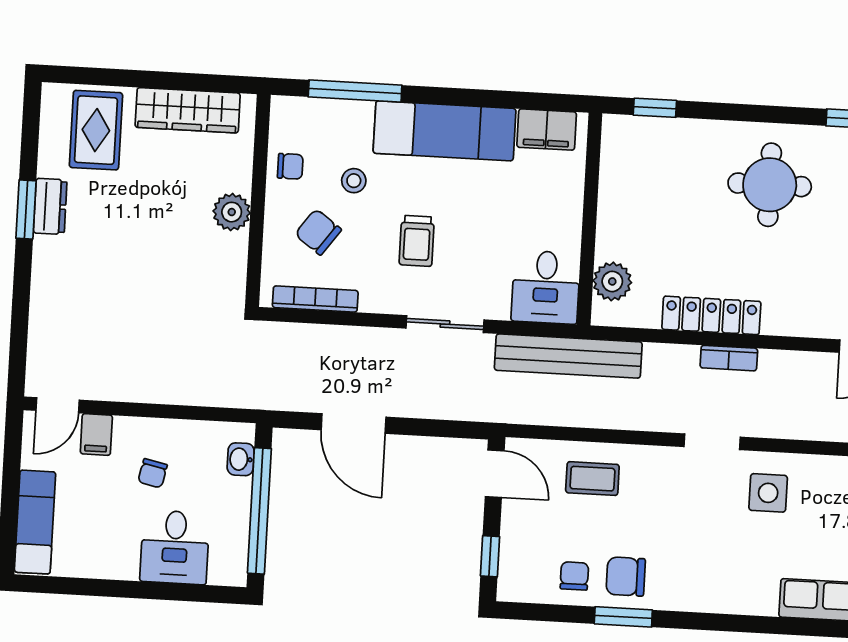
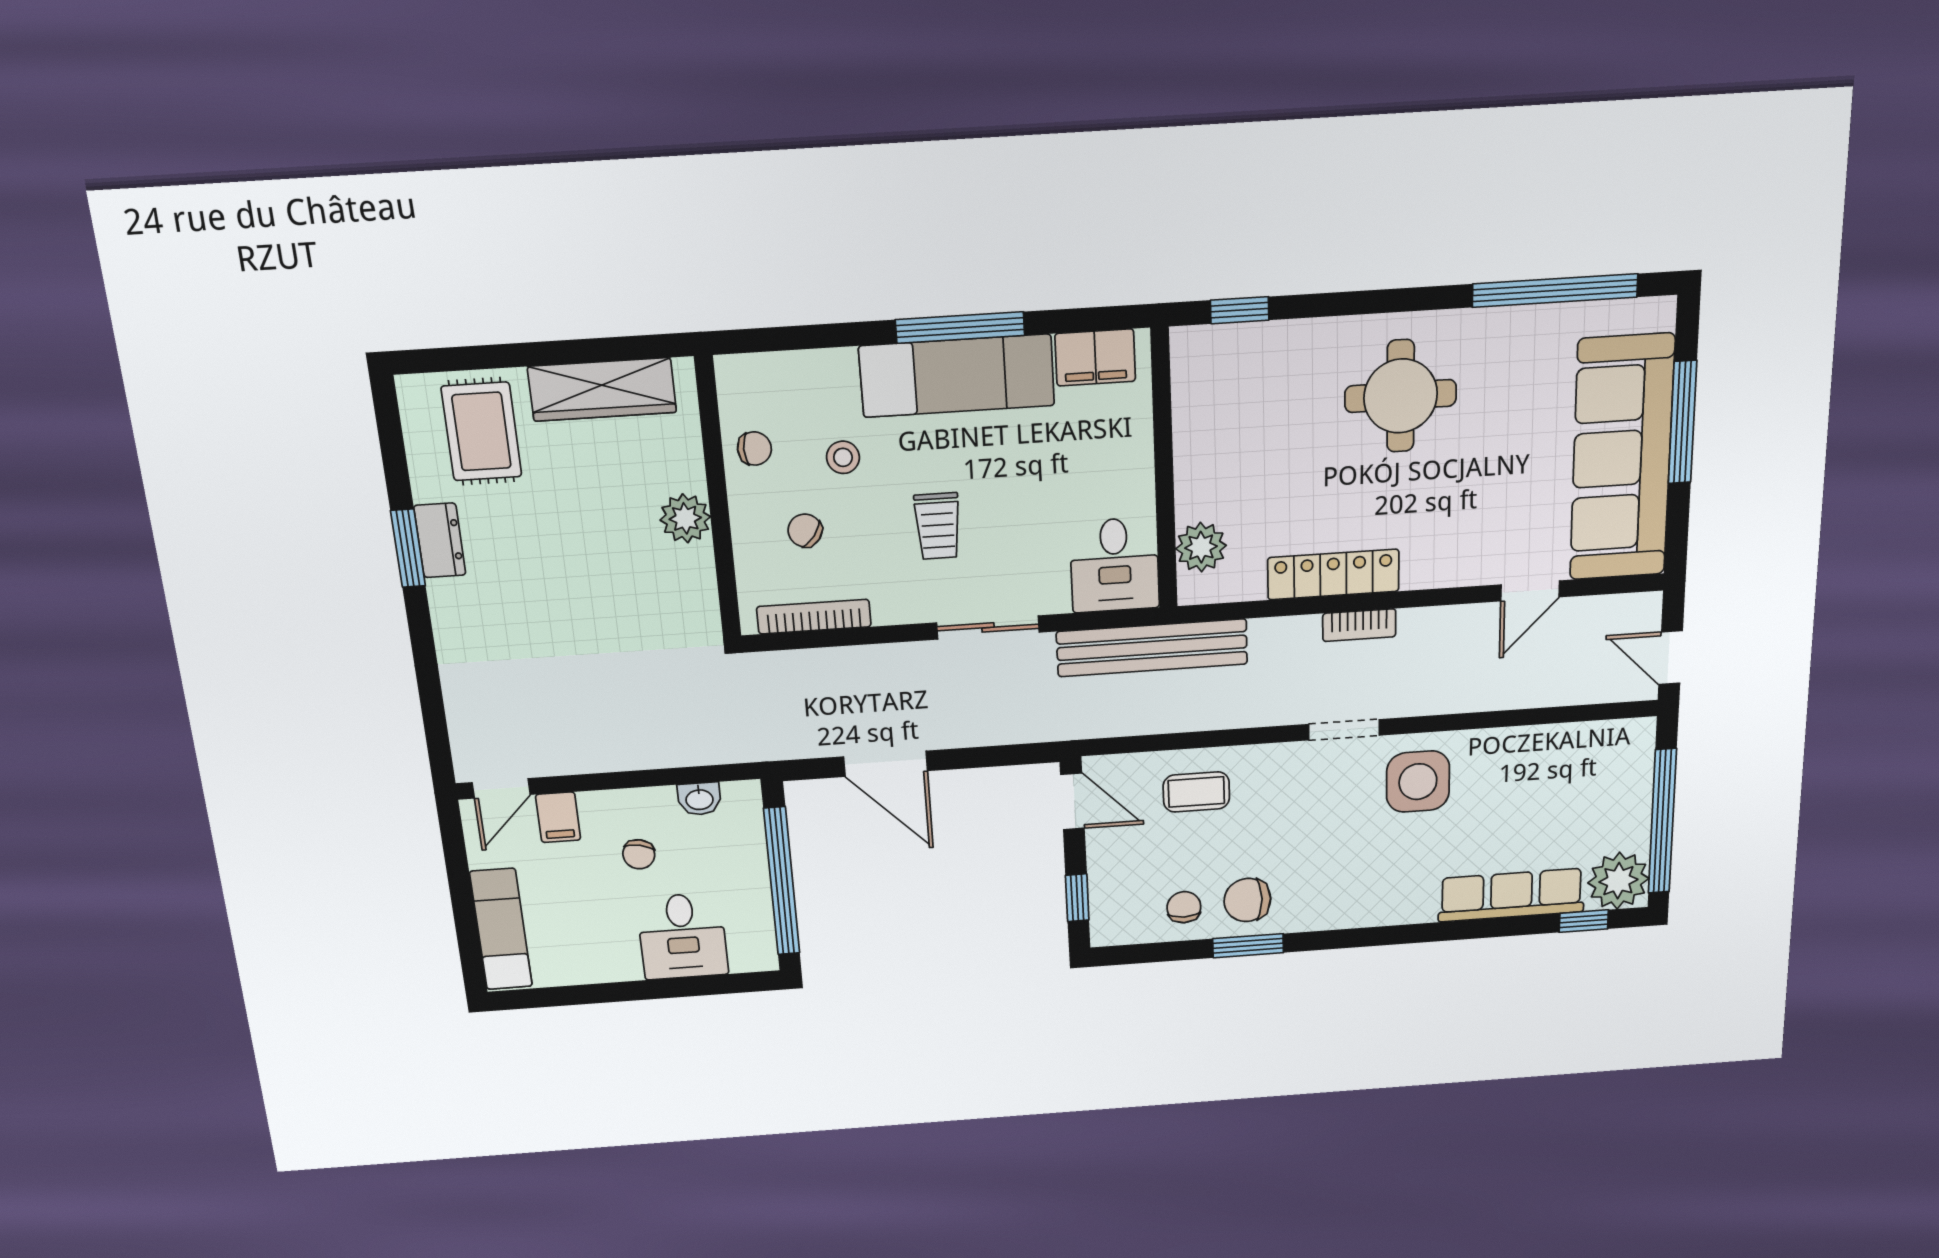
window: (355, 91) -> (960, 328), moved
chair: (318, 232) -> (805, 530), width x0.73, depth x0.73
washbasin: (241, 459) -> (699, 799), moved, turned -90
side table: (768, 493) -> (1418, 782), width x1.37, depth x1.37

